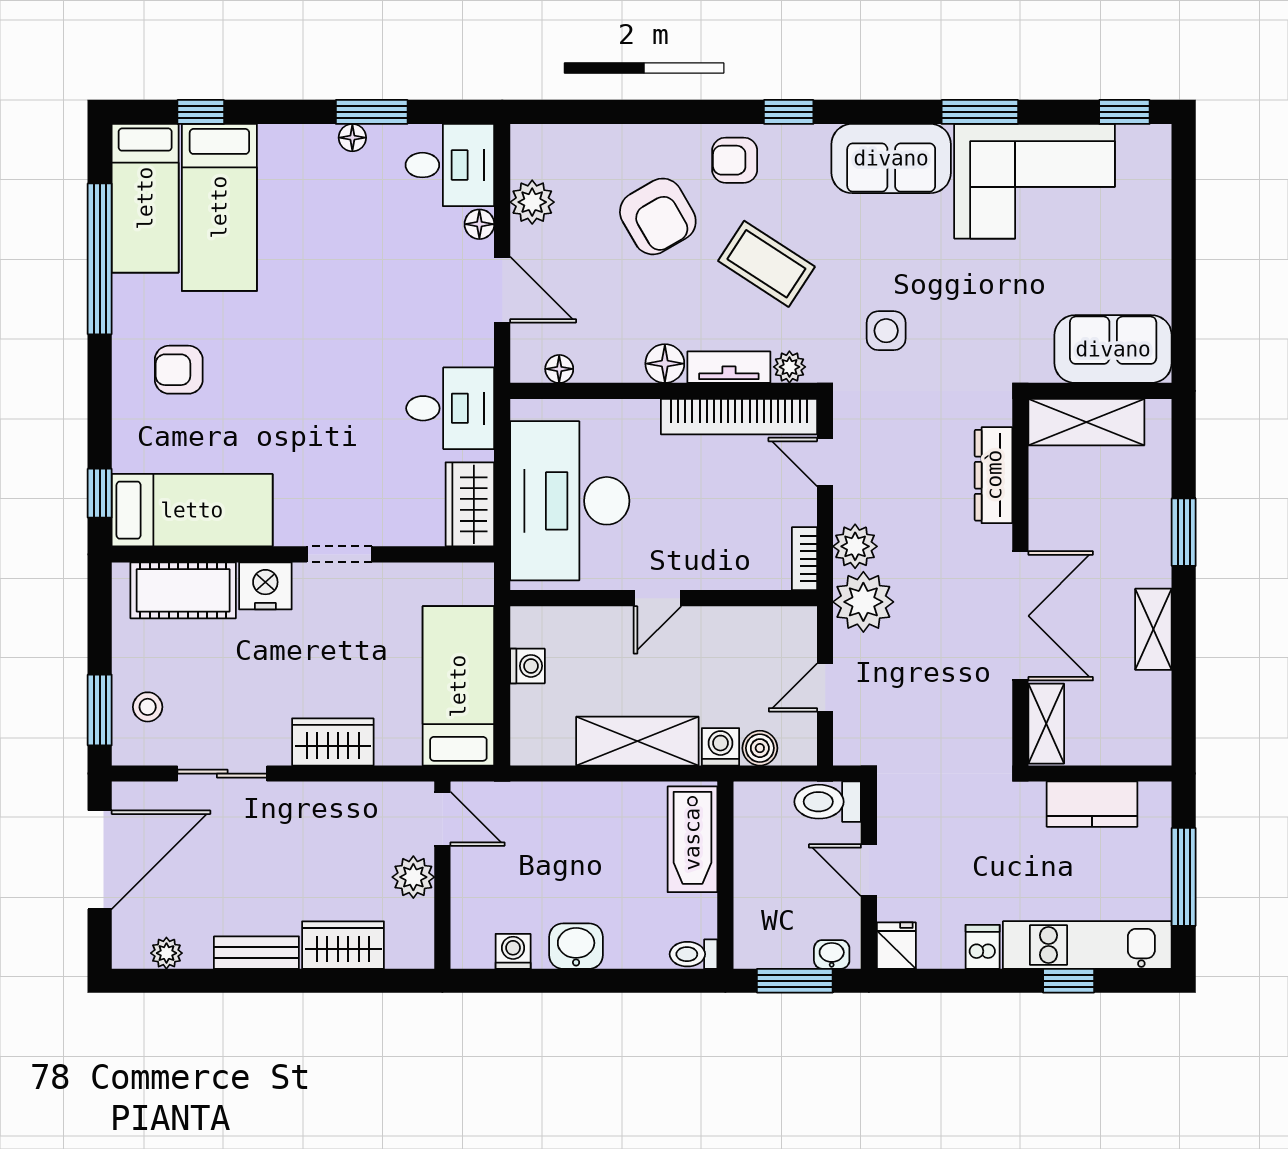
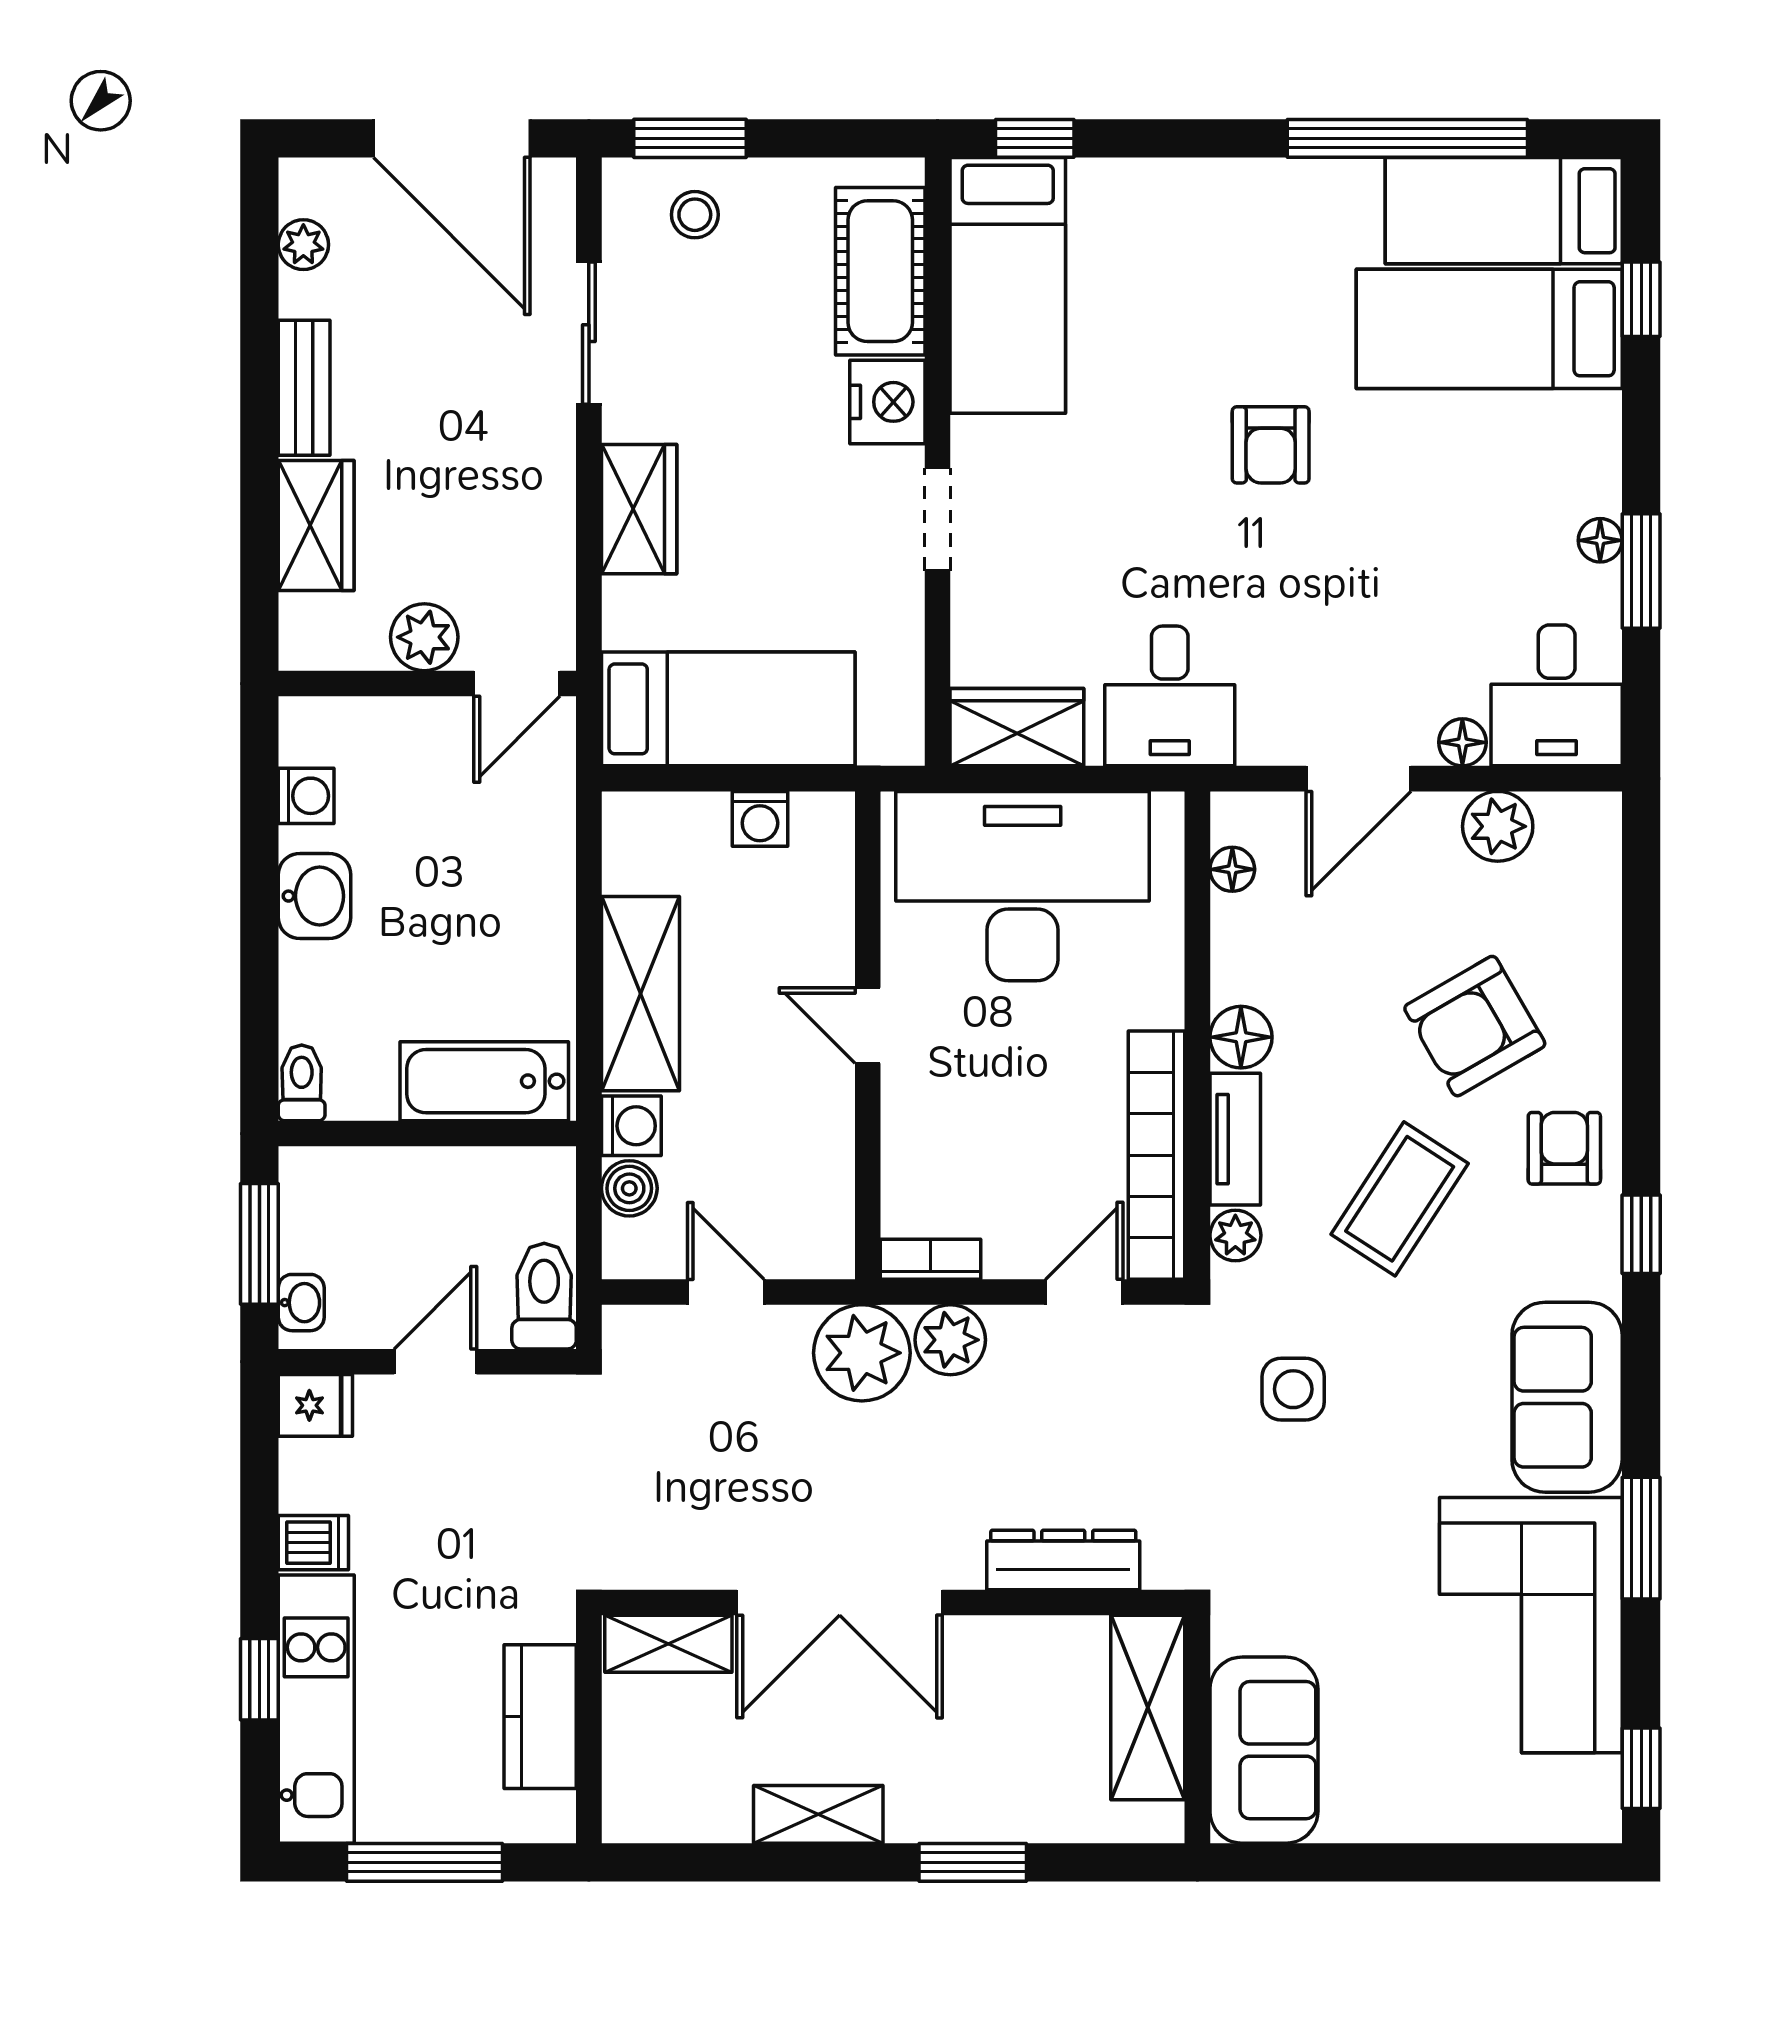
armchair: (179, 370) -> (1271, 445), moved, turned 180

